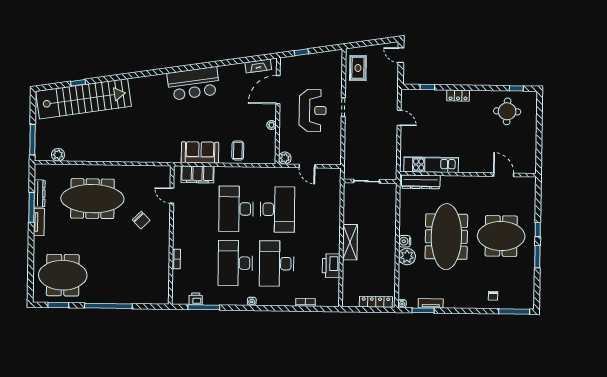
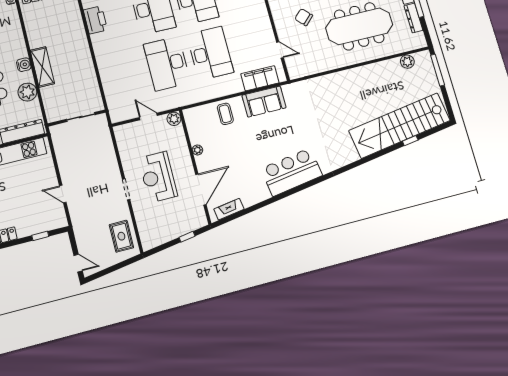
shelving: (350, 242) -> (42, 67), moved
plant: (407, 257) -> (27, 92), moved

